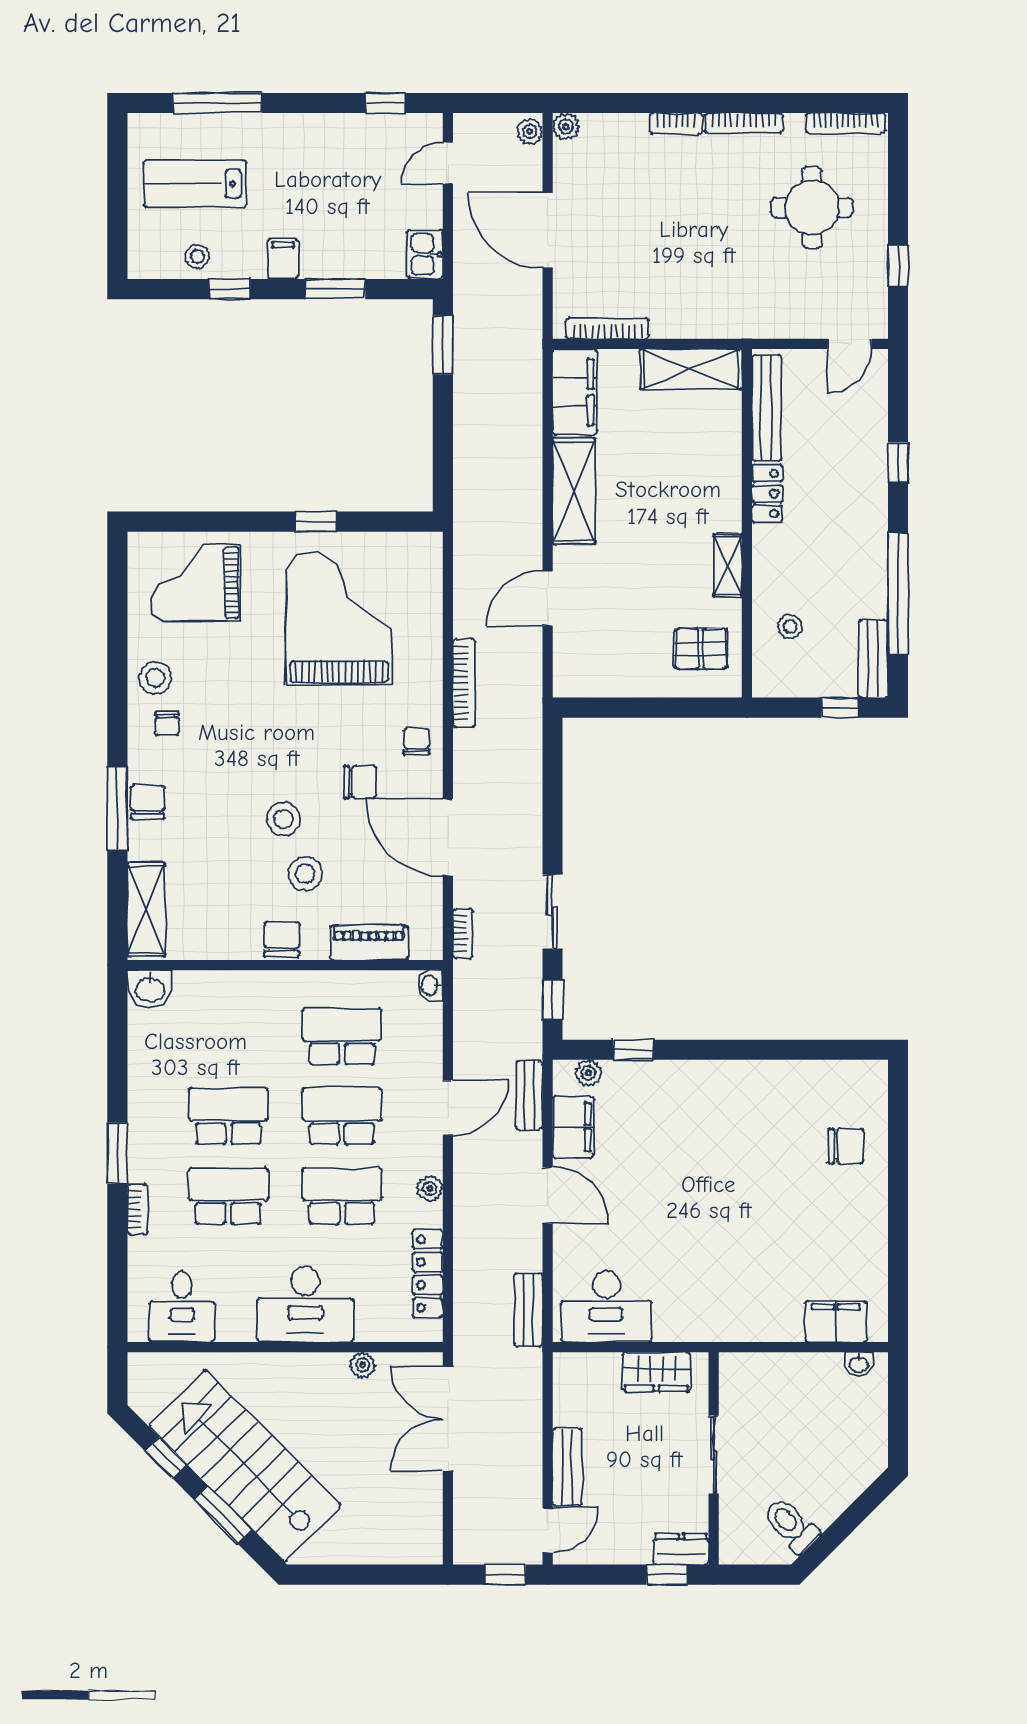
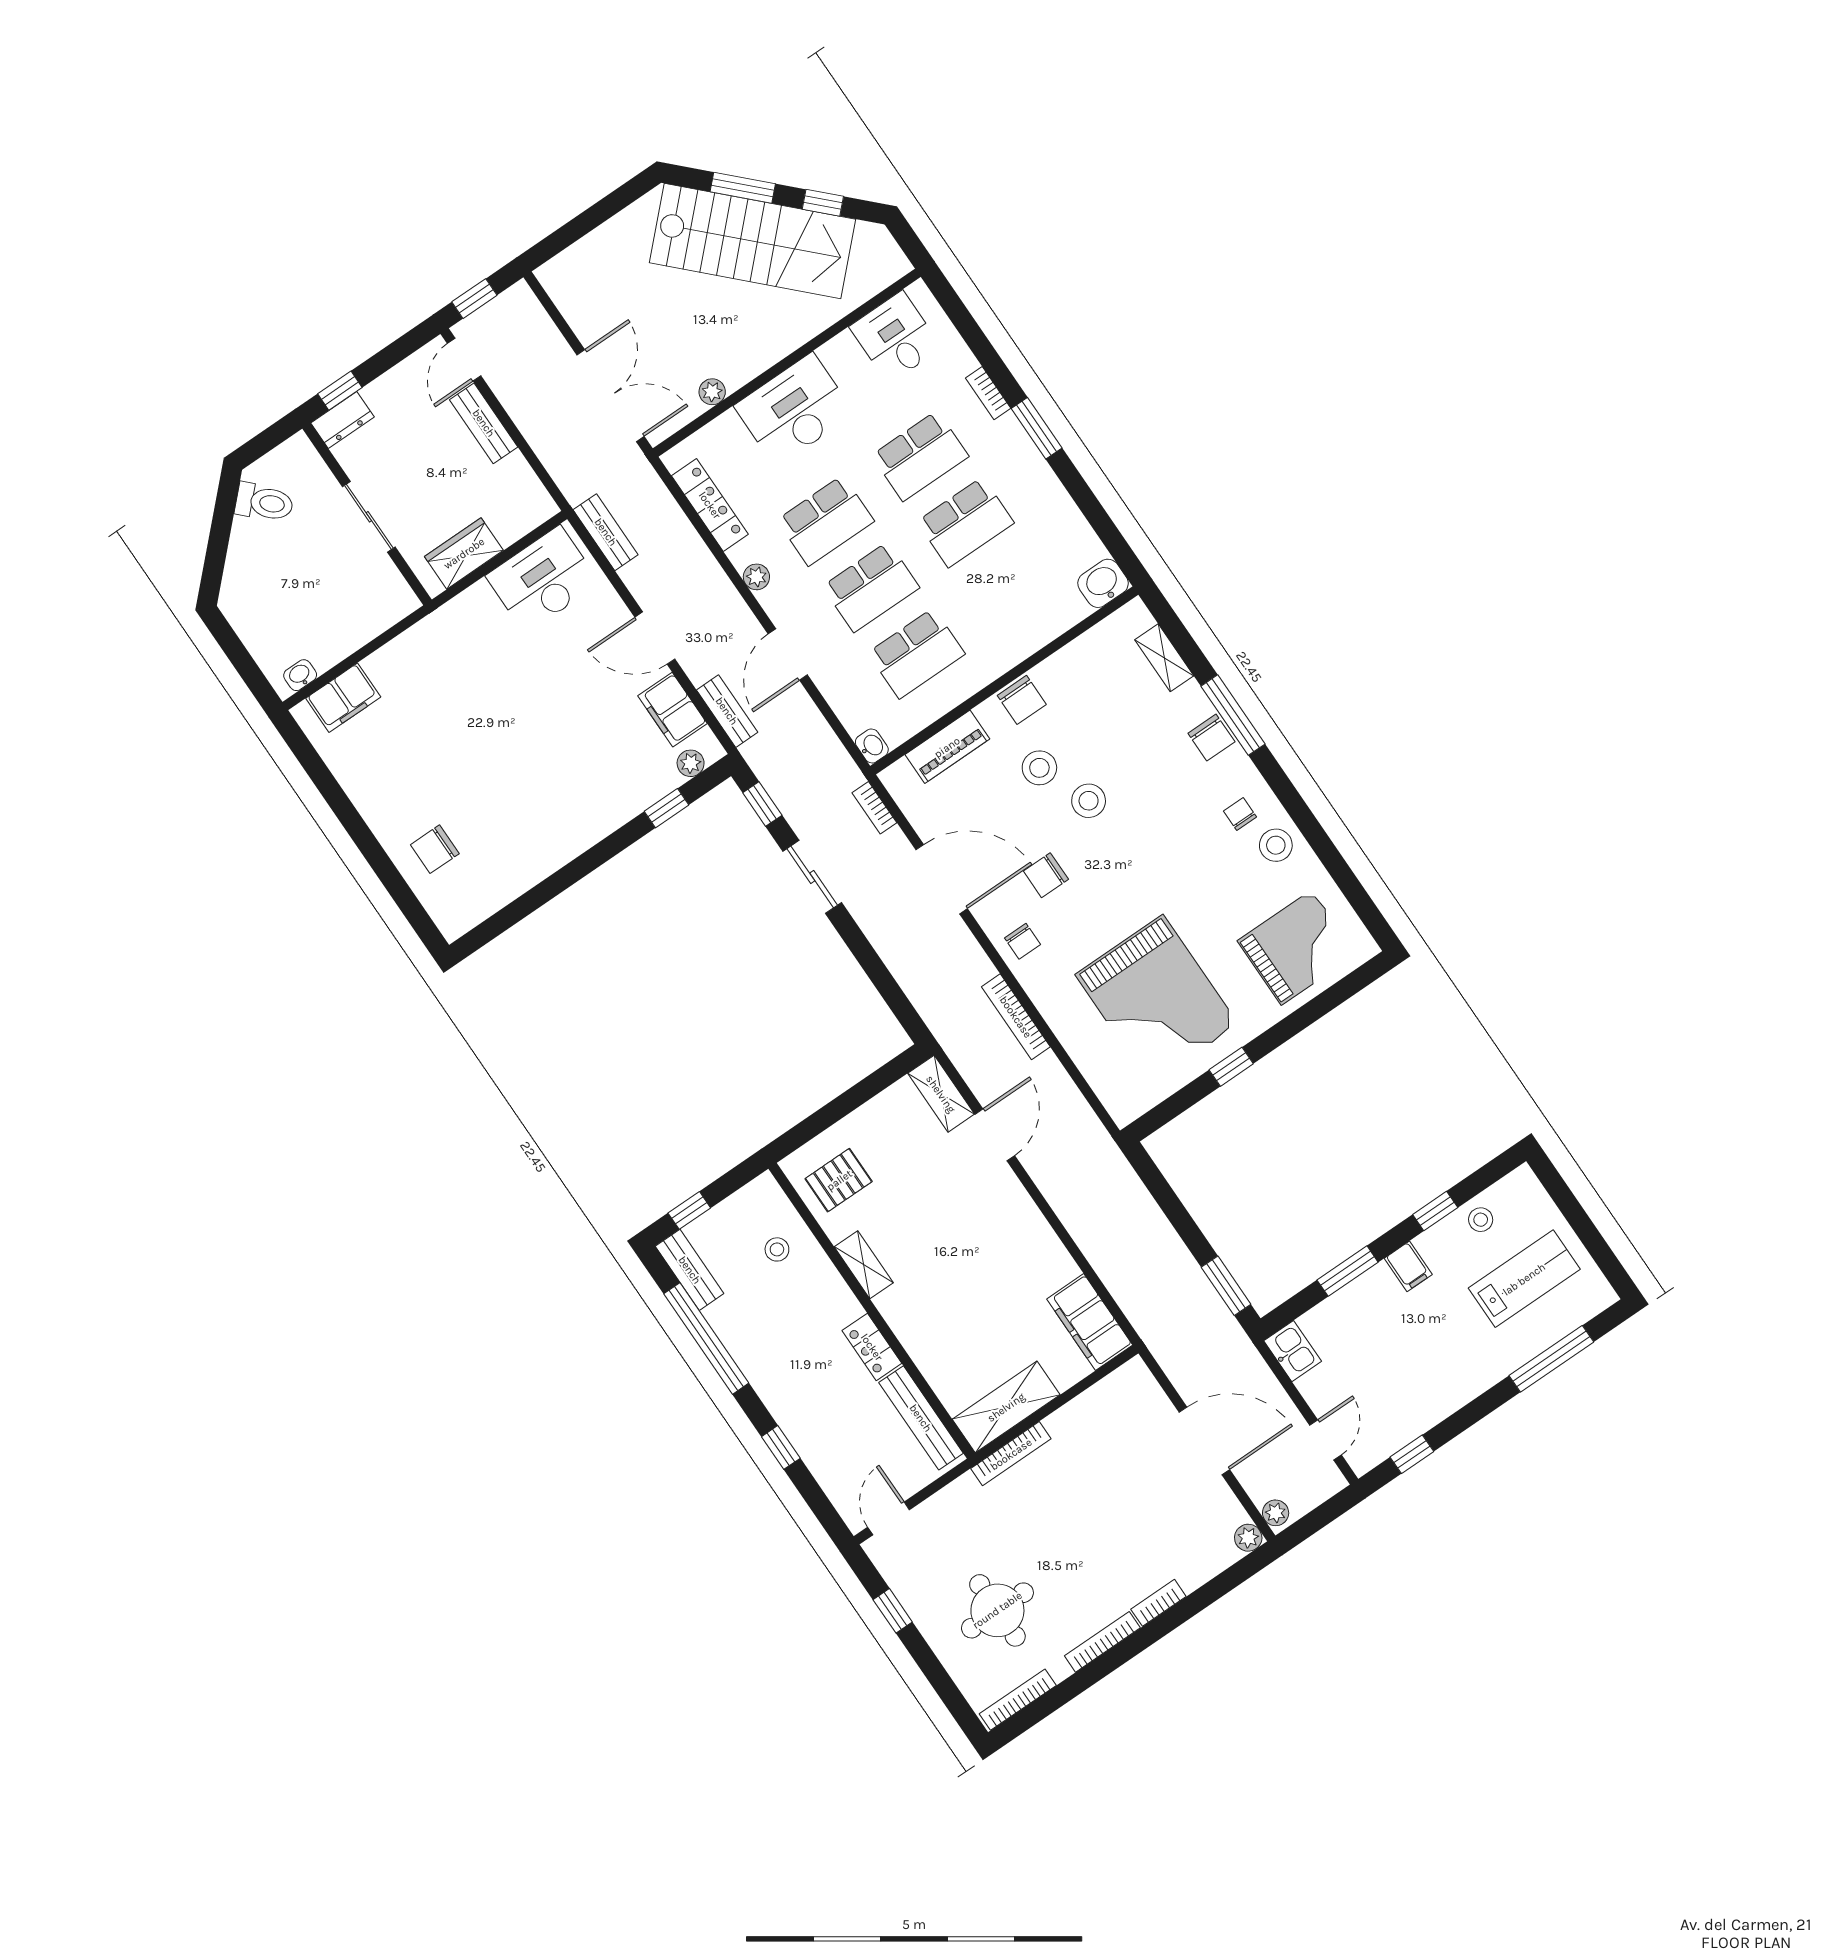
bookcase: (608, 328) -> (1011, 1454), moved
shelving: (574, 491) -> (941, 1094), moved, width x0.67, depth x0.75
shelving: (146, 910) -> (1164, 658), width x0.67, depth x0.75

